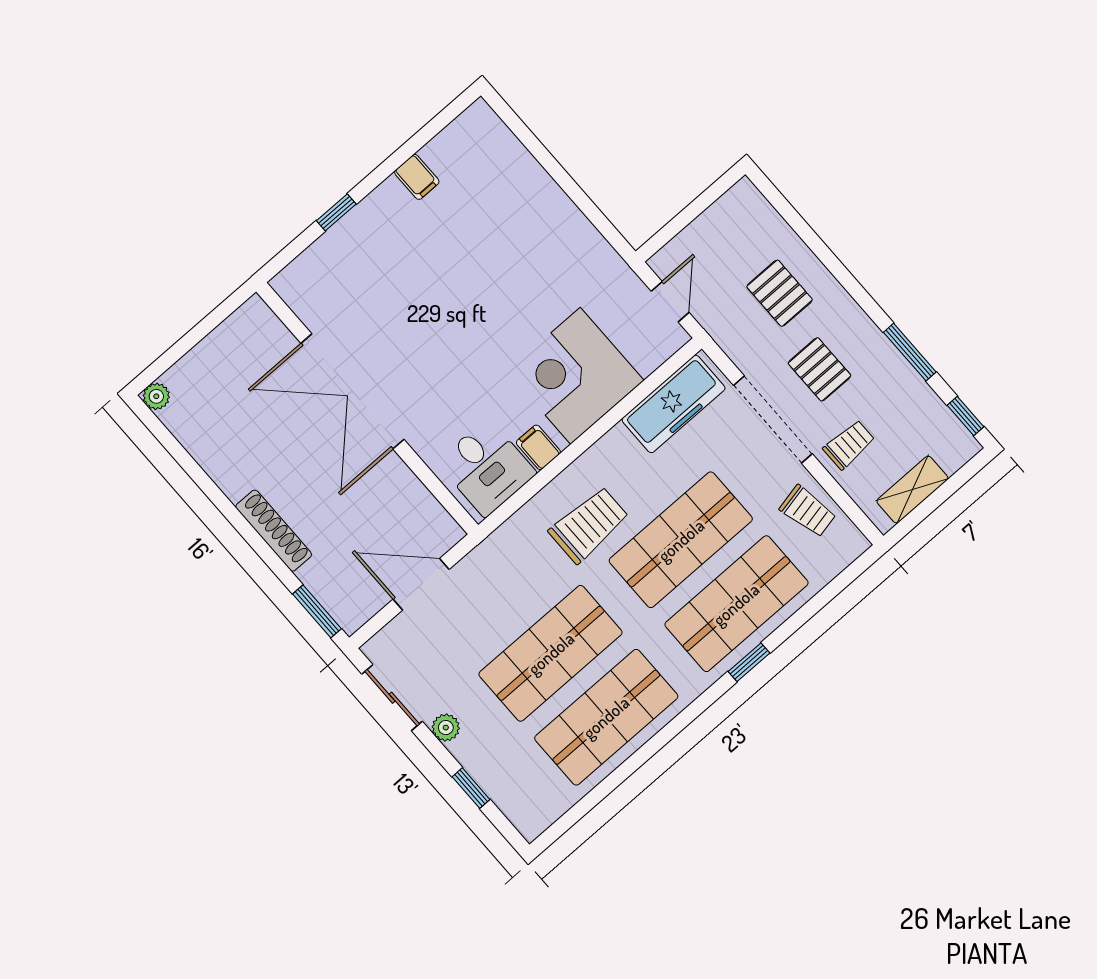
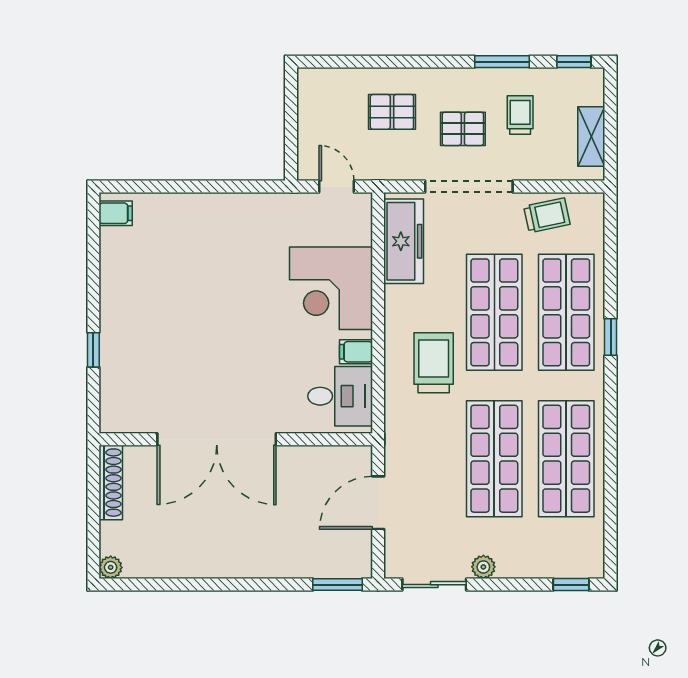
filing cabinet: (417, 177) -> (116, 213), moved
trolley: (849, 445) -> (520, 115), moved
shoe rack: (274, 531) -> (111, 483), moved, turned 90
window: (471, 788) -> (571, 585), moved

